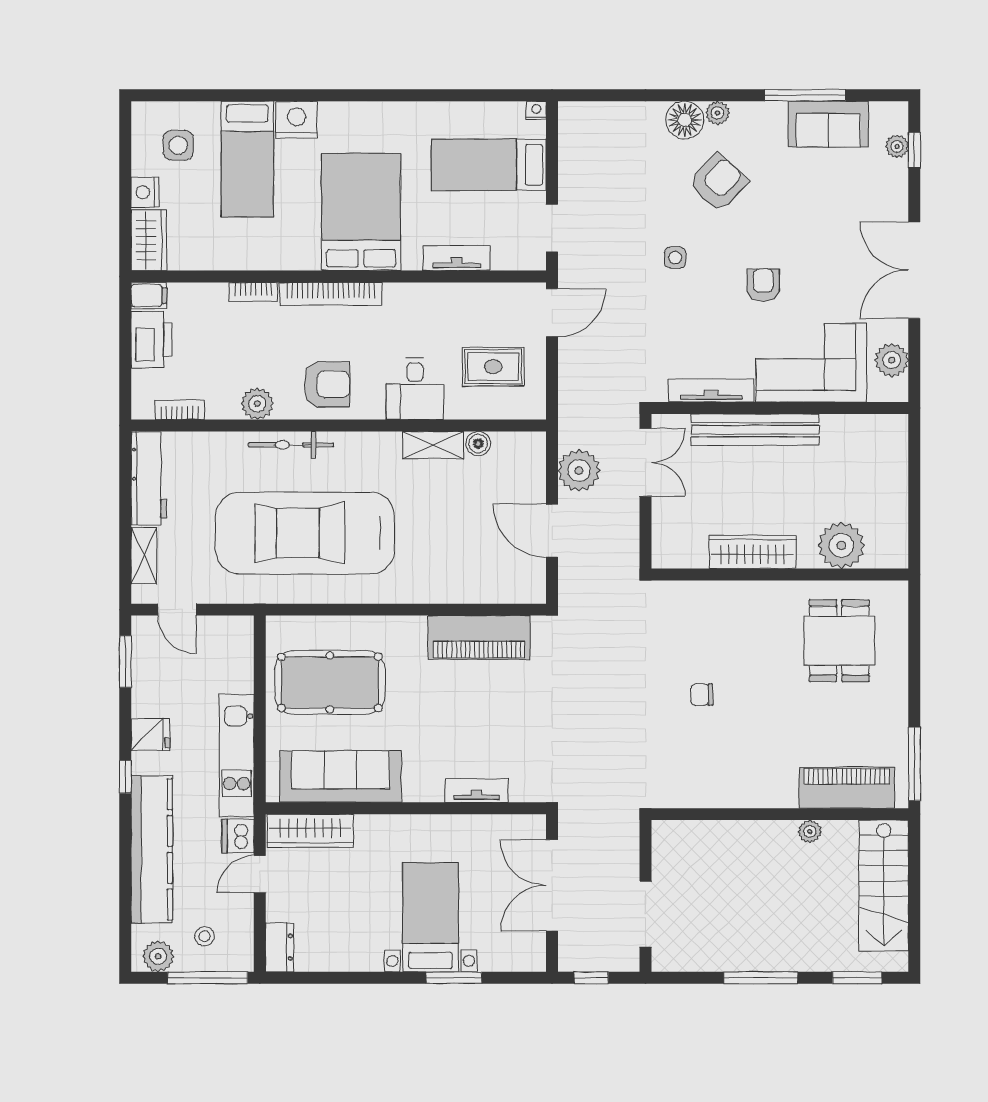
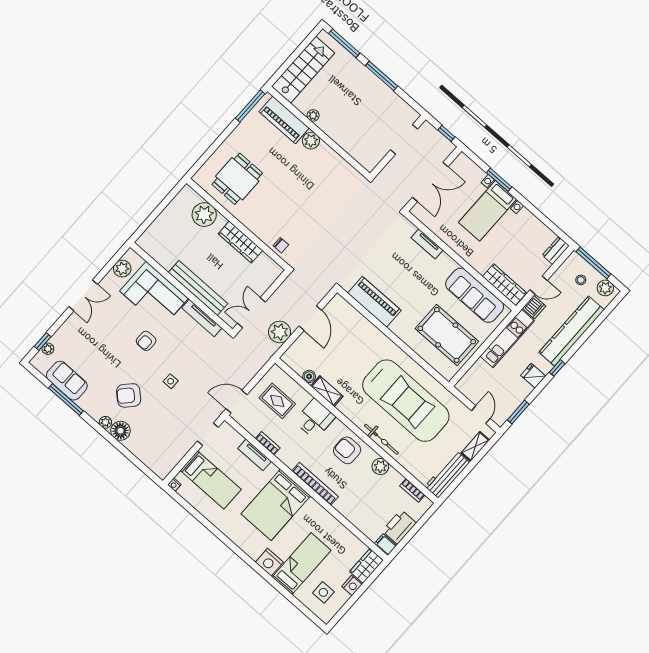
double door: (914, 270) -> (83, 295), width x0.73
bookcase: (253, 292) -> (268, 443), moved
chair: (702, 695) -> (281, 245), moved
plant: (780, 792) -> (311, 141), added
window: (857, 978) -> (344, 43), width x1.44

